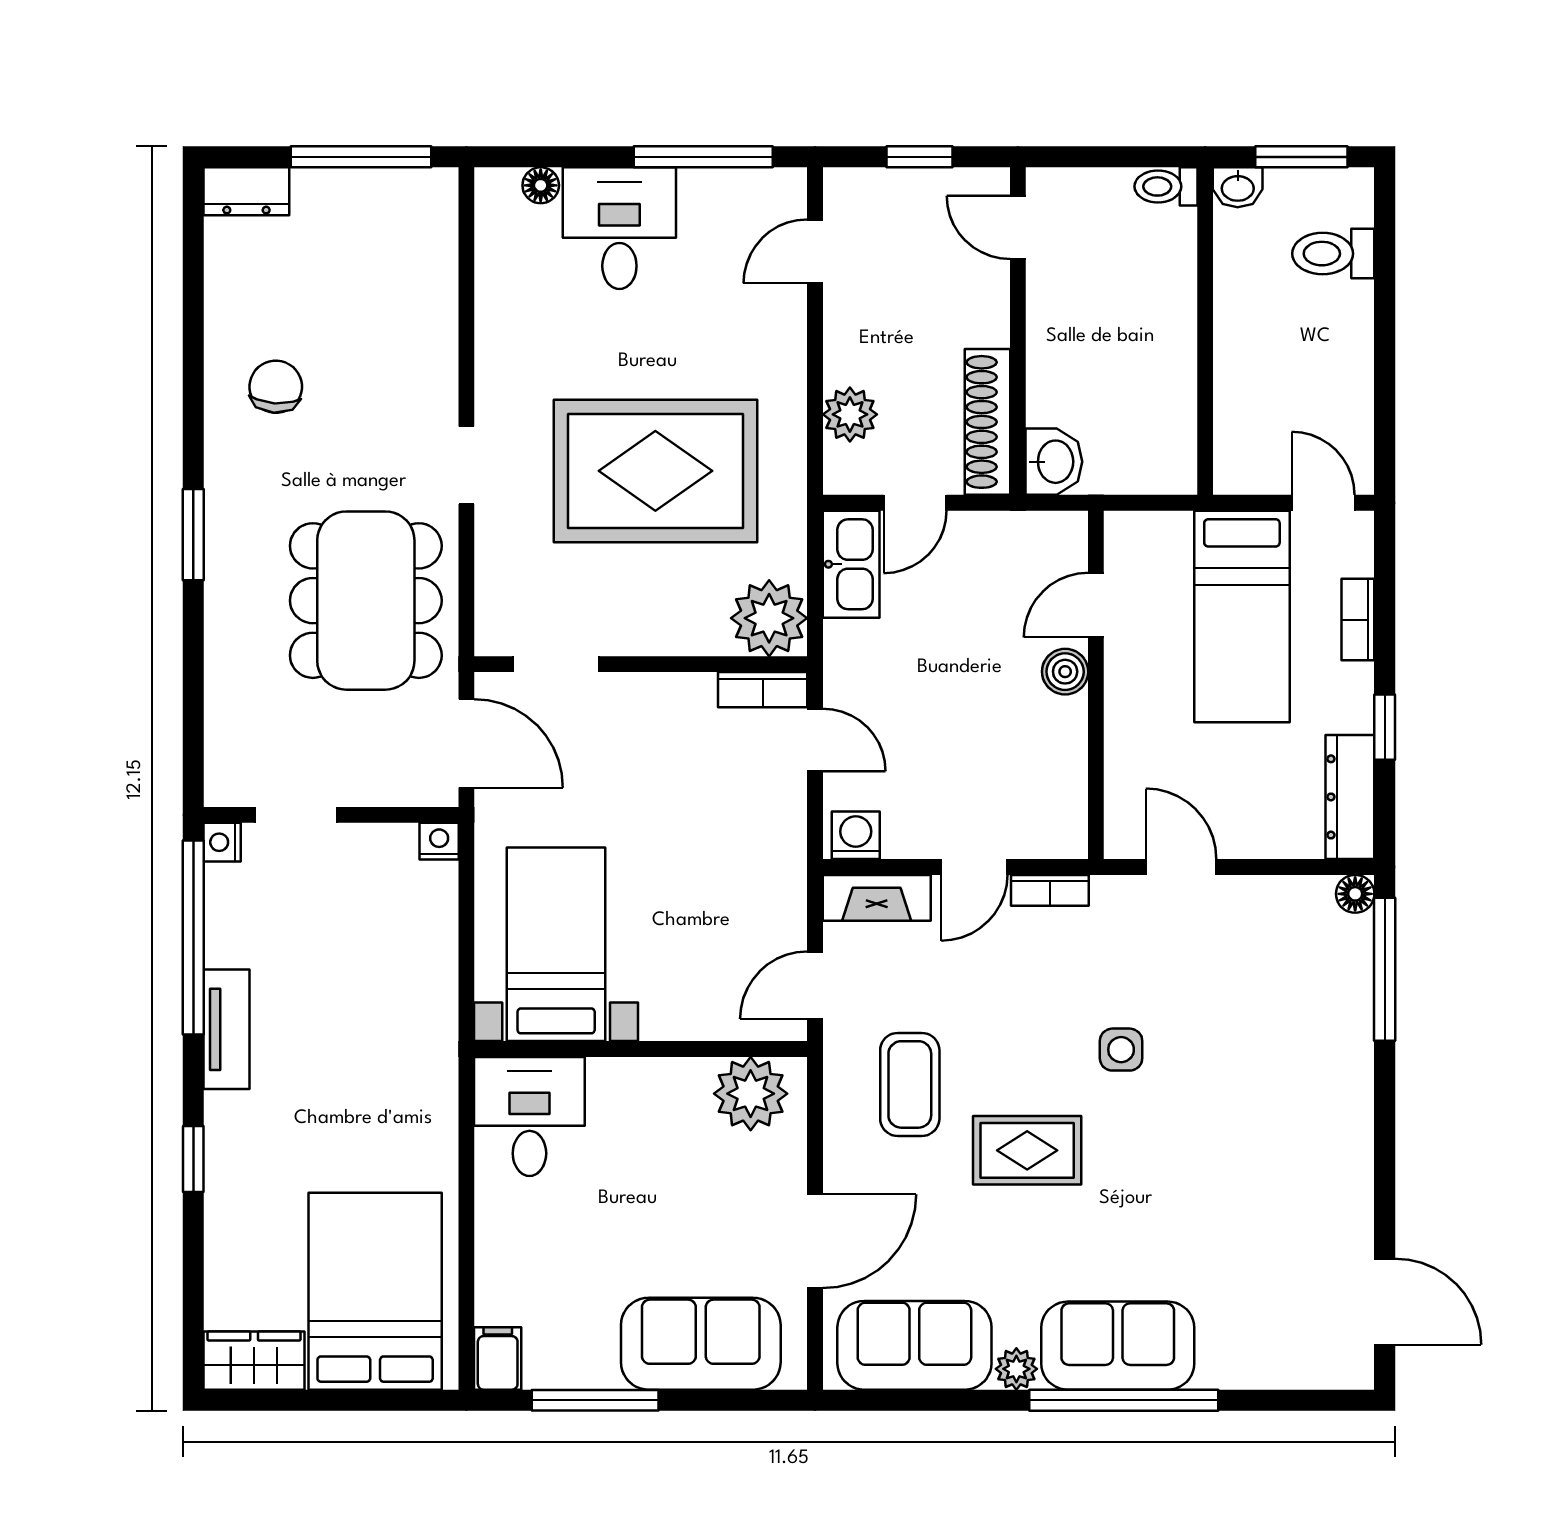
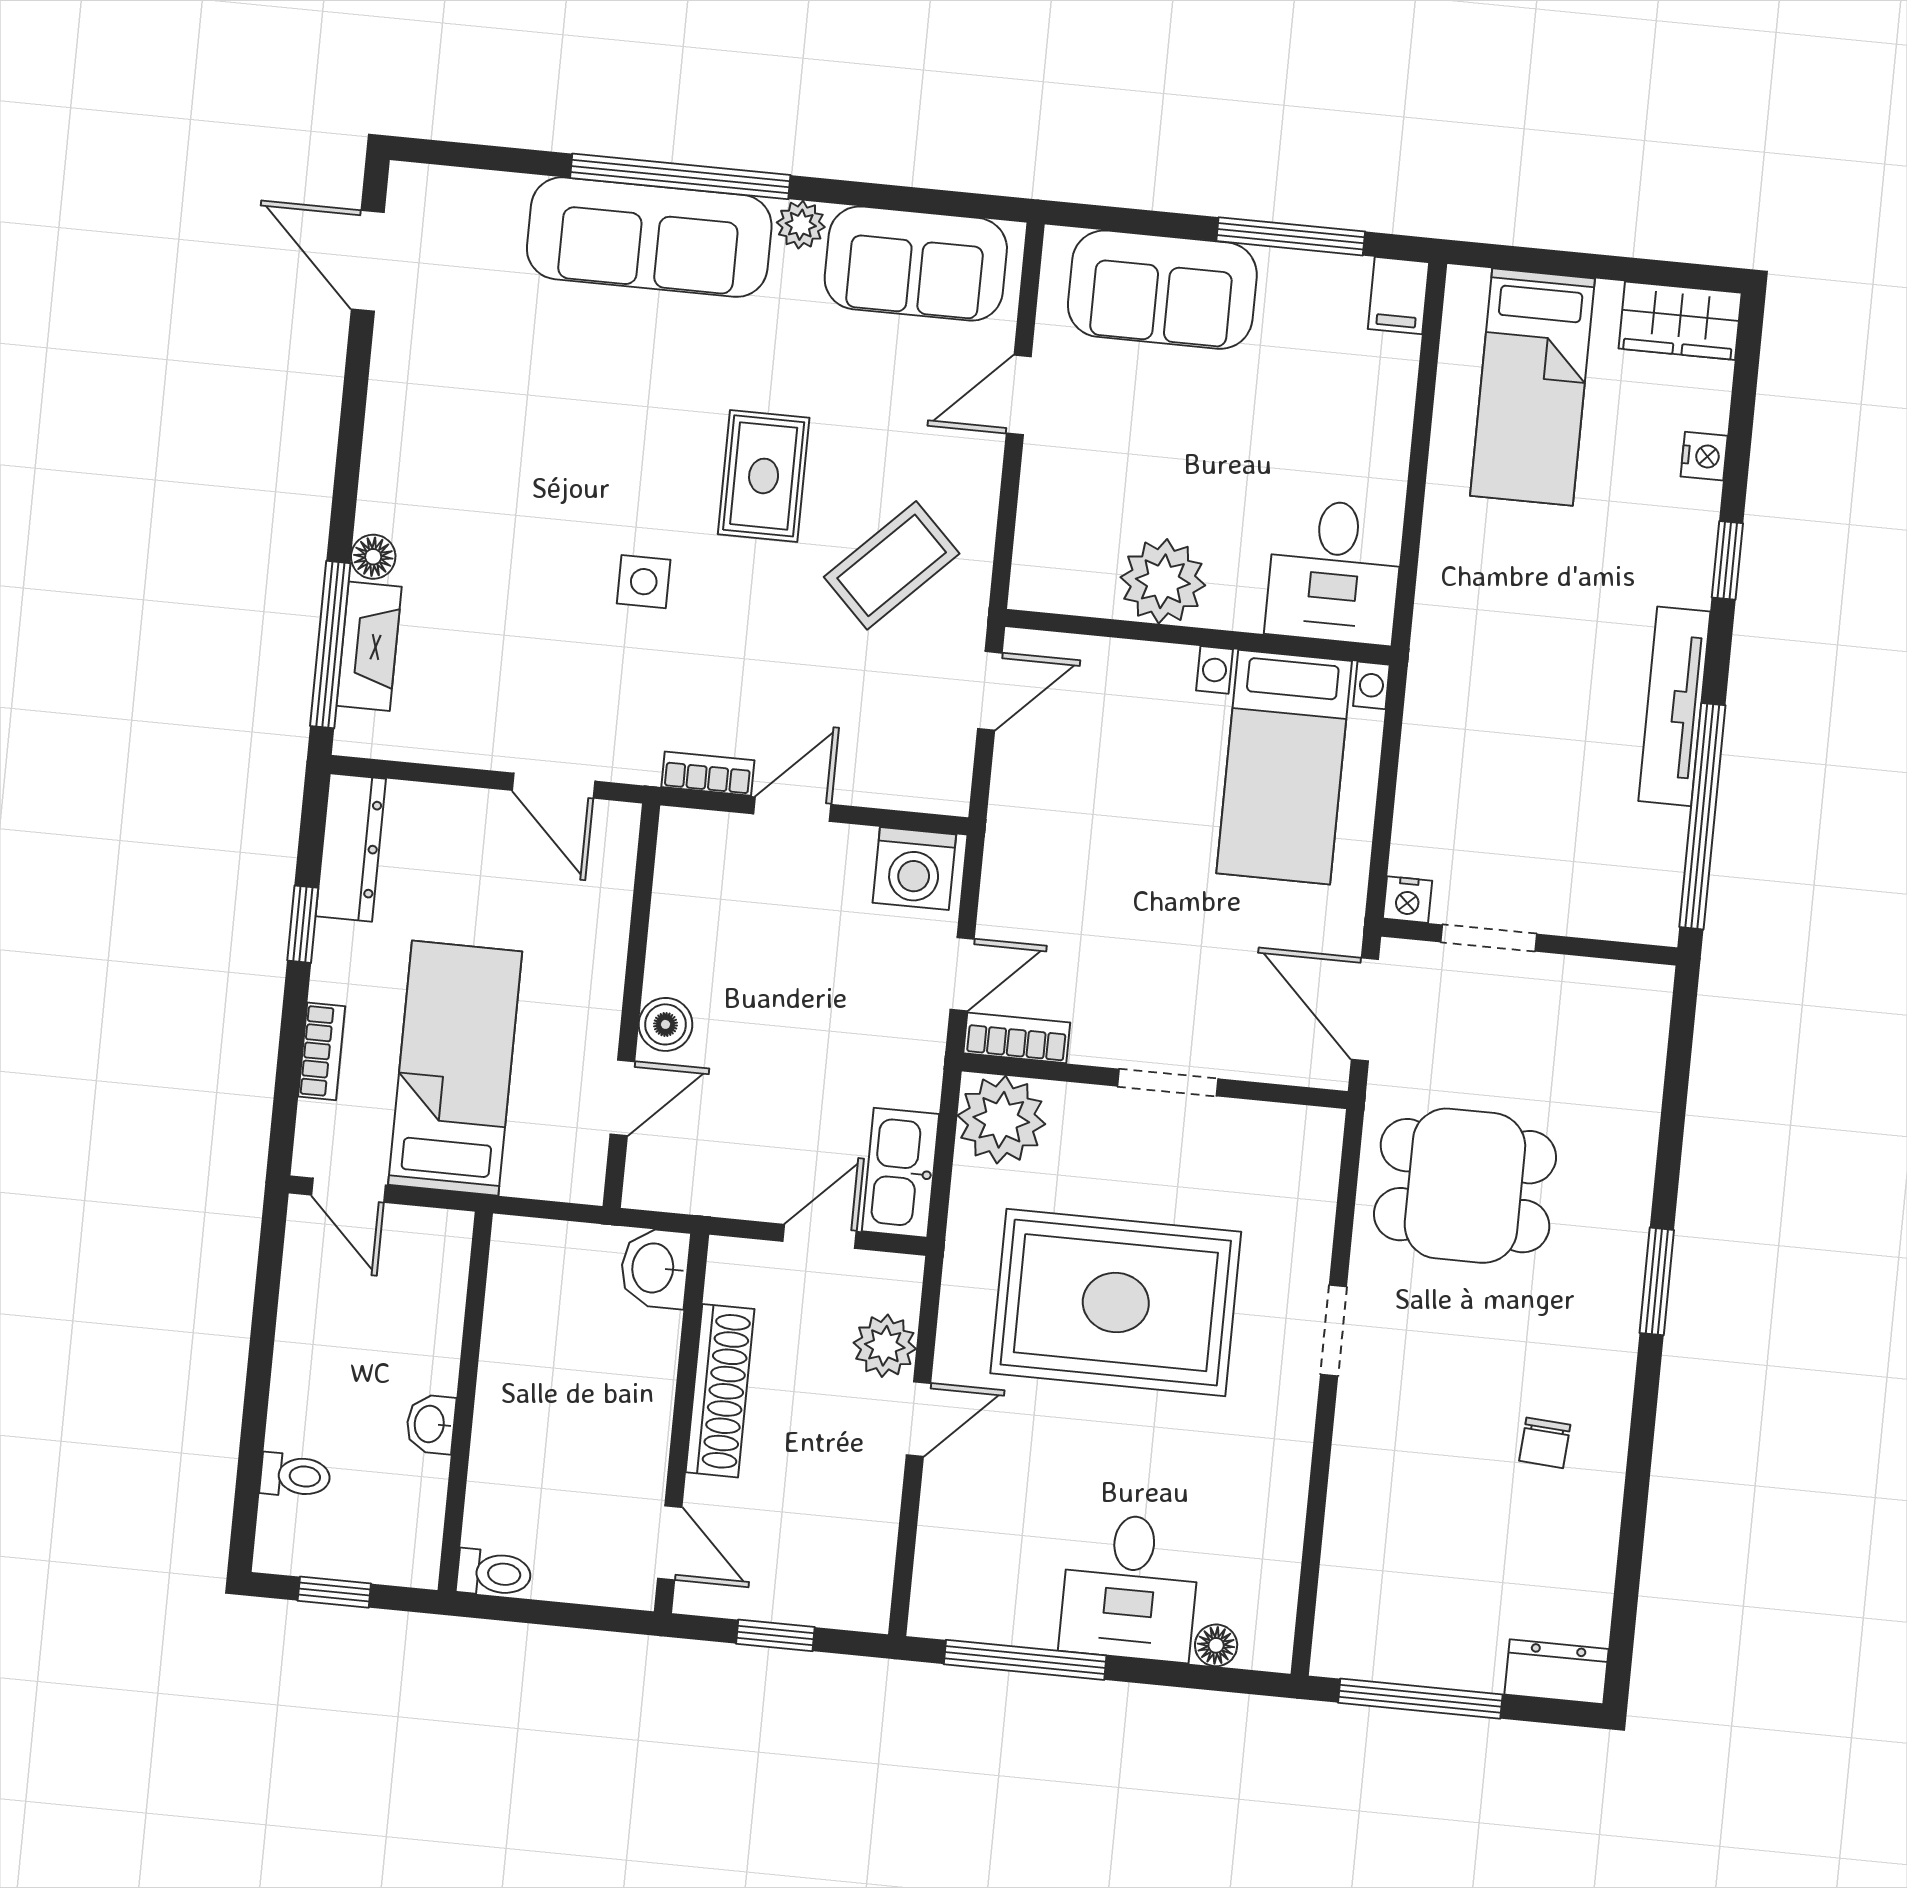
window: (1301, 157) -> (334, 1592), width x0.67
washbasin: (1238, 187) -> (431, 1424), moved, turned -90
door: (815, 251) -> (918, 1419), moved
toilet: (1333, 254) -> (295, 1476), width x0.73, depth x0.72
chair: (276, 387) -> (1545, 1443), width x0.73, depth x0.73
shoe rack: (988, 422) -> (720, 1391), moved
dining table: (366, 601) -> (1465, 1186), width x0.73
doorway: (556, 664) -> (1168, 1082), moved
door: (815, 740) -> (962, 974), swing flipped
doorway: (296, 815) -> (1489, 938), moved
washing machine: (856, 835) -> (914, 869), width x1.38, depth x1.38
nightstand: (222, 842) -> (1704, 456), moved
floor lamp: (1355, 894) -> (373, 557), moved
fireplace: (877, 898) -> (369, 646), moved, turned 90
tv unit: (227, 1029) -> (1674, 706), width x1.41
coffee table: (910, 1084) -> (892, 565), turned 45
plant: (751, 1094) -> (1163, 581), moved
rug: (1027, 1150) -> (764, 476), turned 90
door: (815, 1241) -> (1019, 395), width x0.73
bed: (375, 1291) -> (1532, 387), width x0.67
sofa: (1118, 1346) -> (649, 237), width x1.36

